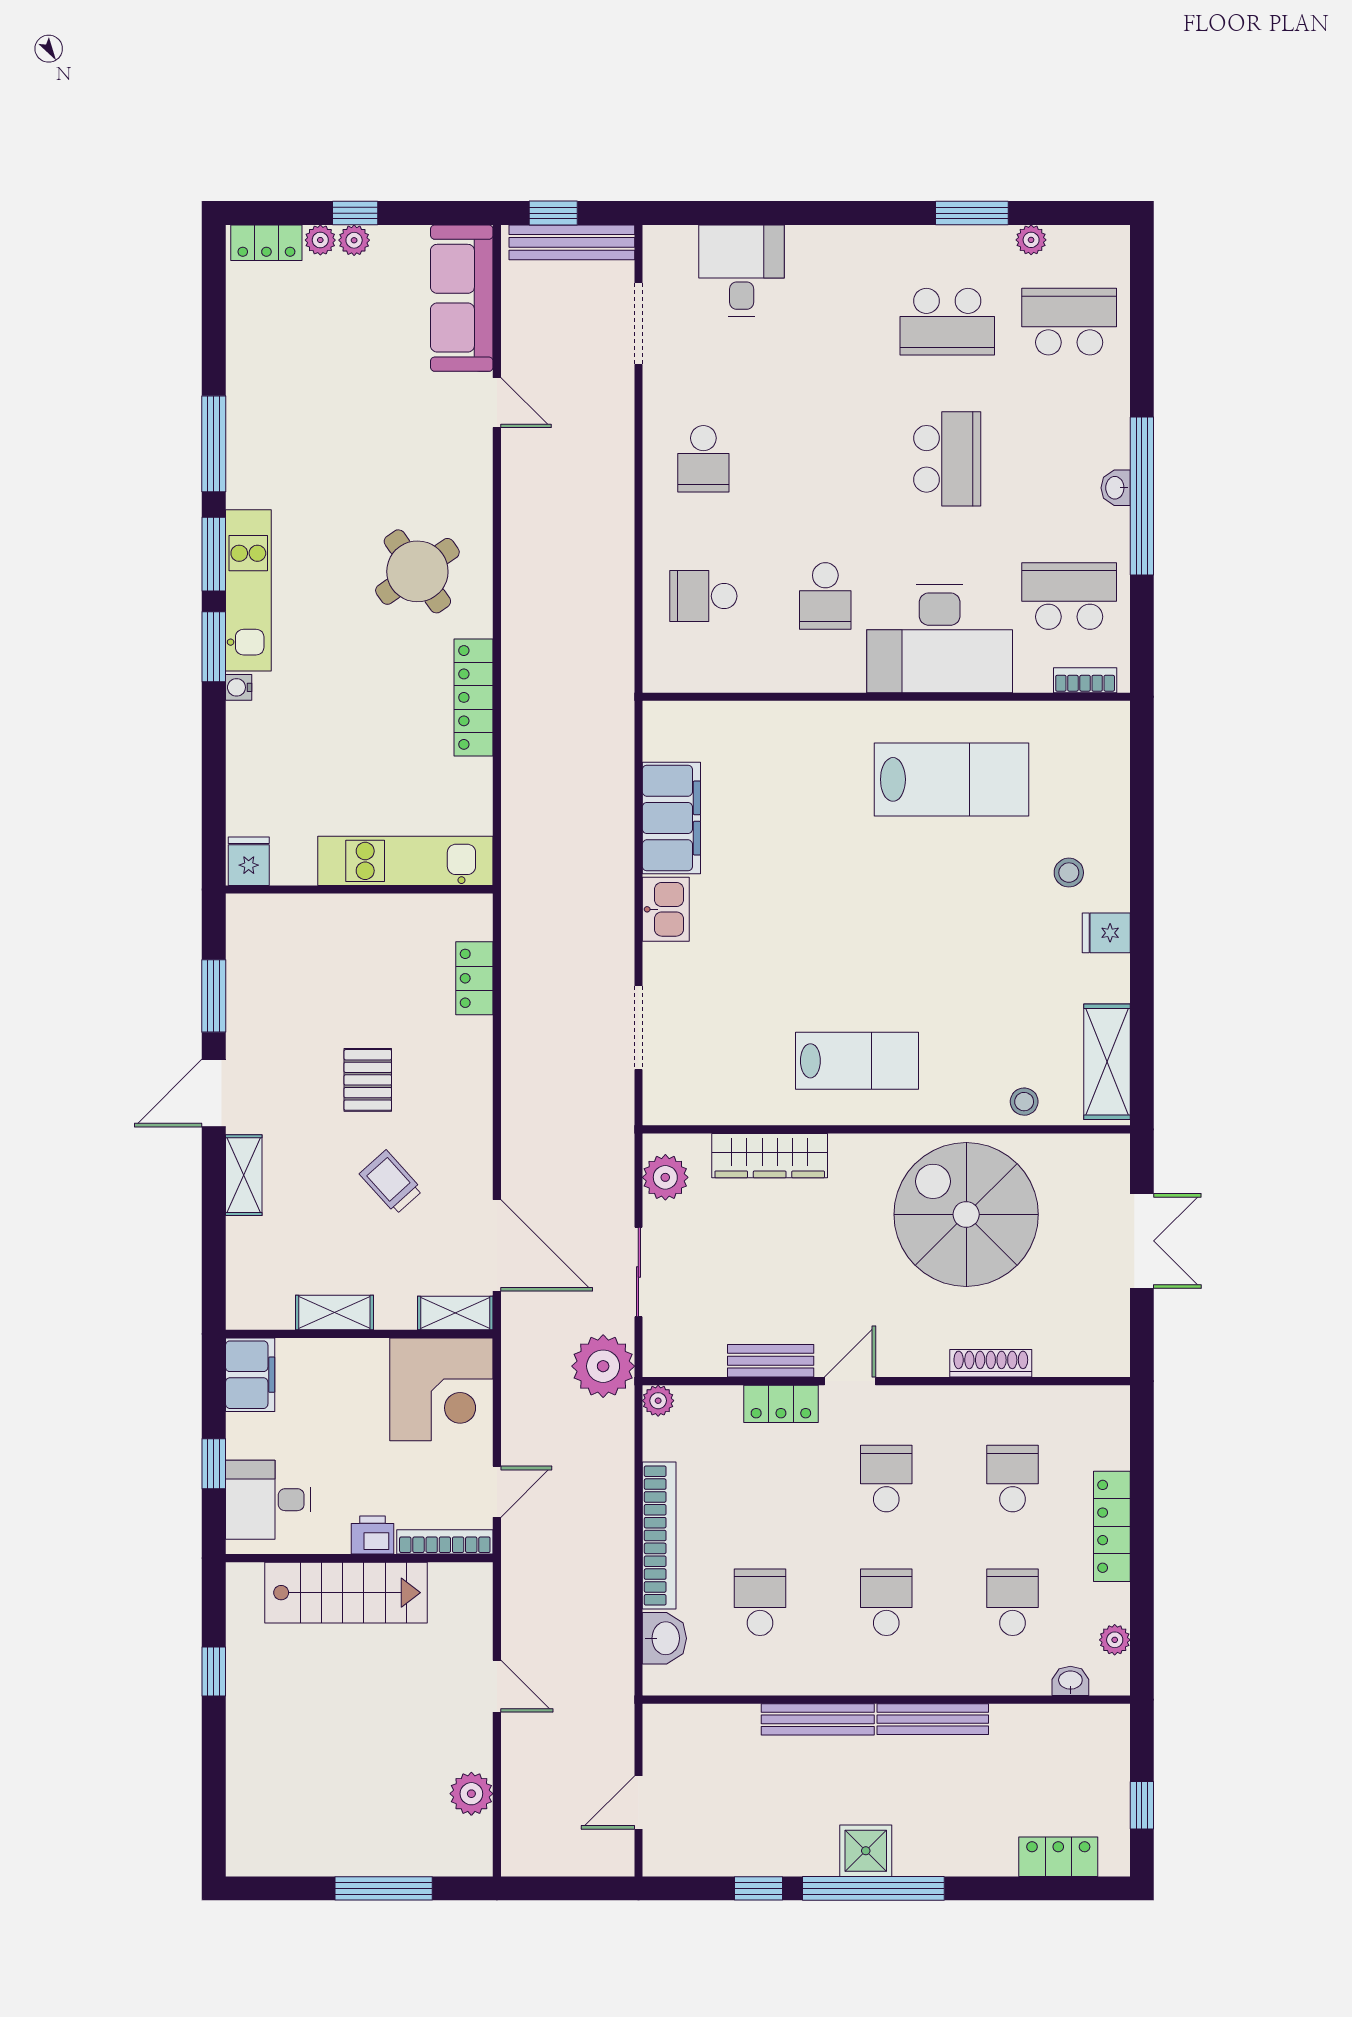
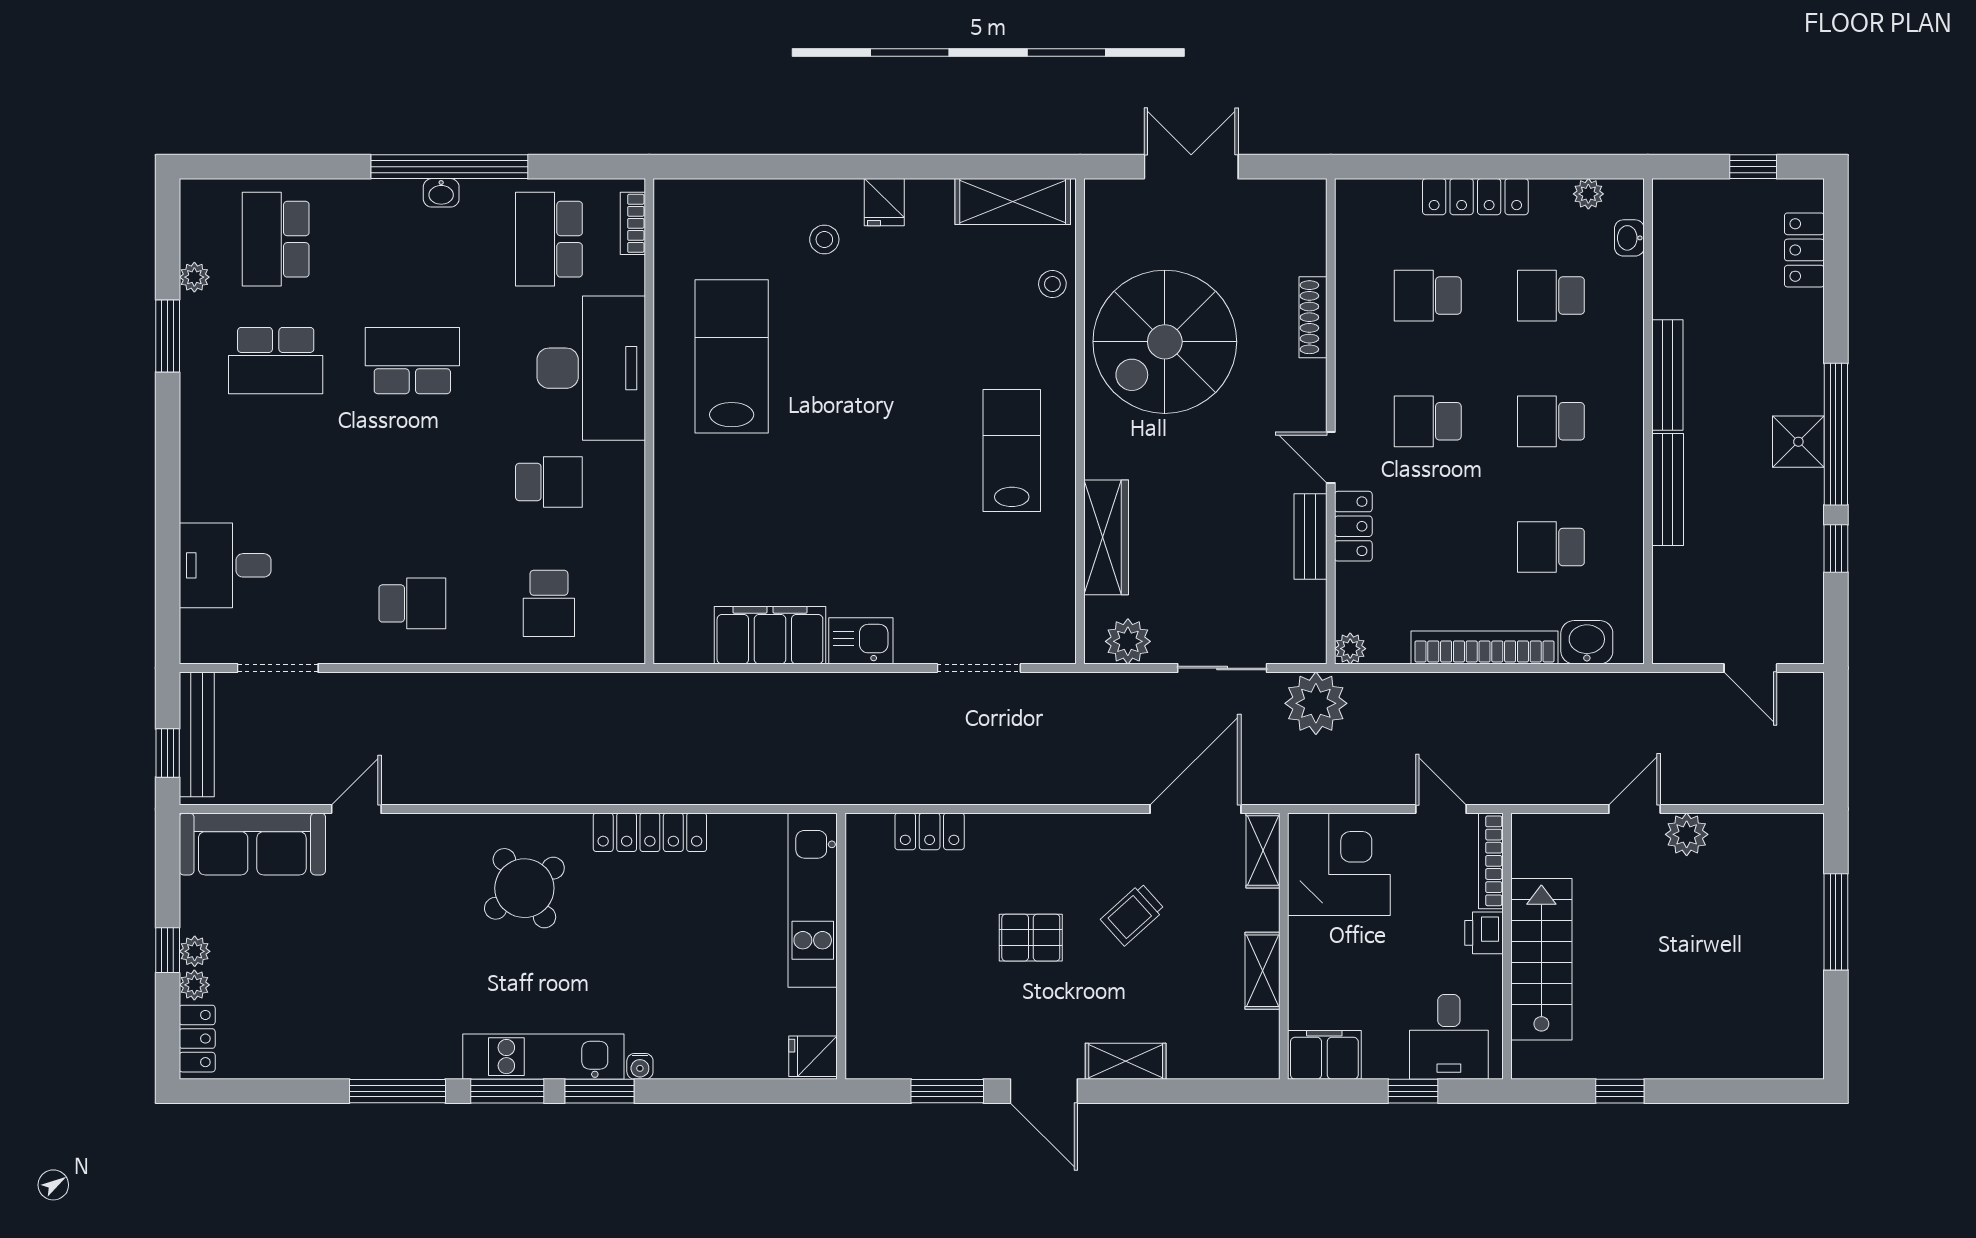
school desk: (947, 322) -> (276, 361), turned 90
plant: (471, 1794) -> (1687, 834), moved

